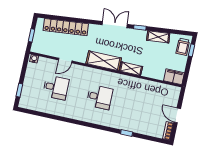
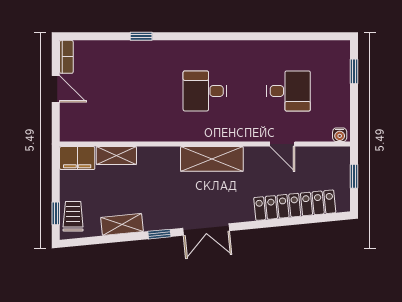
door: (65, 60) -> (282, 144), swing flipped
shelving: (131, 69) -> (116, 155), moved
desk: (56, 87) -> (289, 91), turned 180

